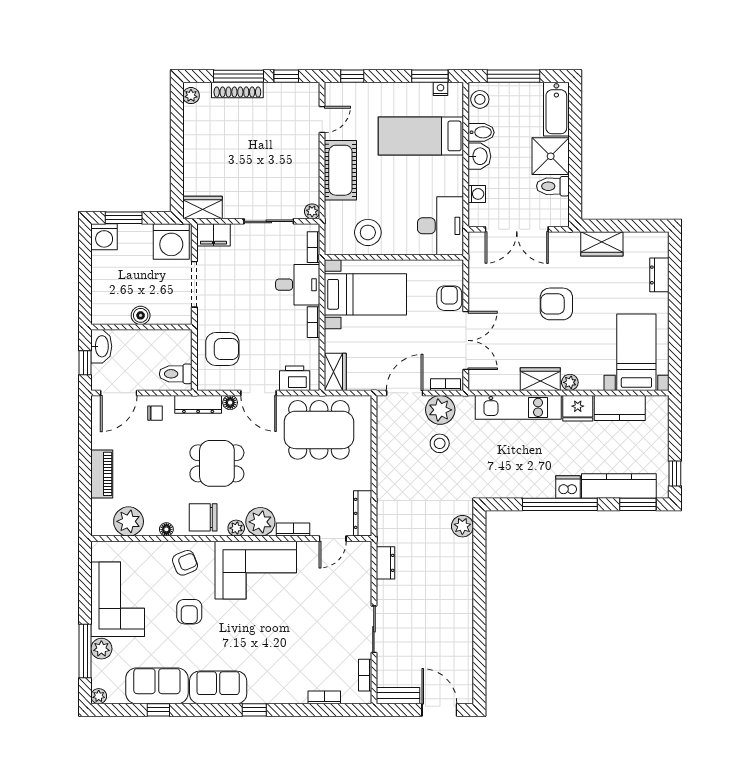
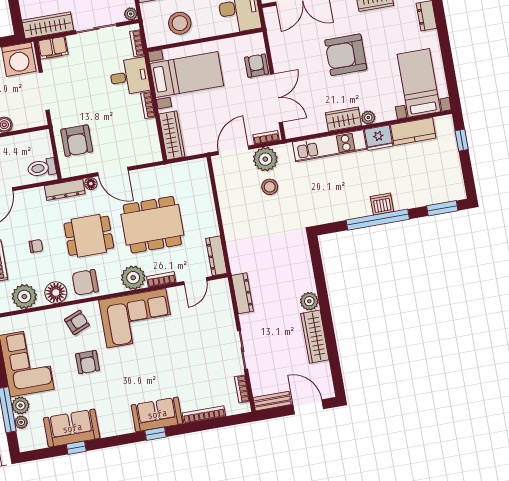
wardrobe: (202, 208) -> (48, 25), width x1.50
armchair: (556, 304) -> (346, 55), width x1.36, depth x1.36
armchair: (222, 349) -> (77, 141), turned 90
wardrobe: (335, 372) -> (172, 135), width x1.50
printer: (295, 378) -> (141, 154), removed
chair: (155, 413) -> (36, 246), moved
dining table: (319, 430) -> (152, 225), moved
window: (675, 474) -> (462, 140), moved
kitchen counter: (619, 486) -> (424, 196), removed
plant: (462, 526) -> (309, 301), moved
plant: (236, 528) -> (114, 286), removed
floor lamp: (166, 529) -> (56, 293), width x1.89, depth x1.89
dresser: (386, 563) -> (242, 293), width x1.44
wardrobe: (462, 629) -> (315, 337), added
sofa: (218, 687) -> (157, 414), moved
plant: (99, 696) -> (21, 422), moved
bookcase: (324, 697) -> (204, 415), width x1.56

